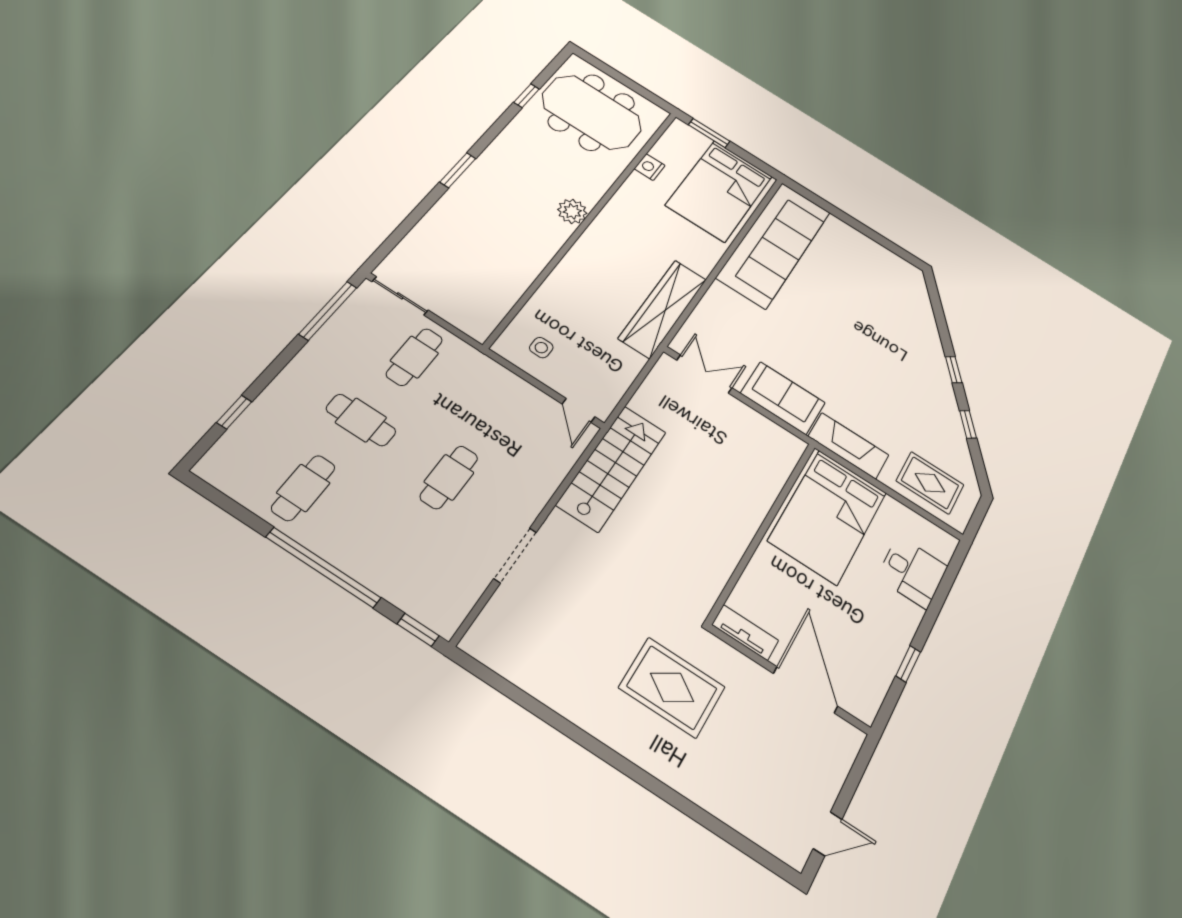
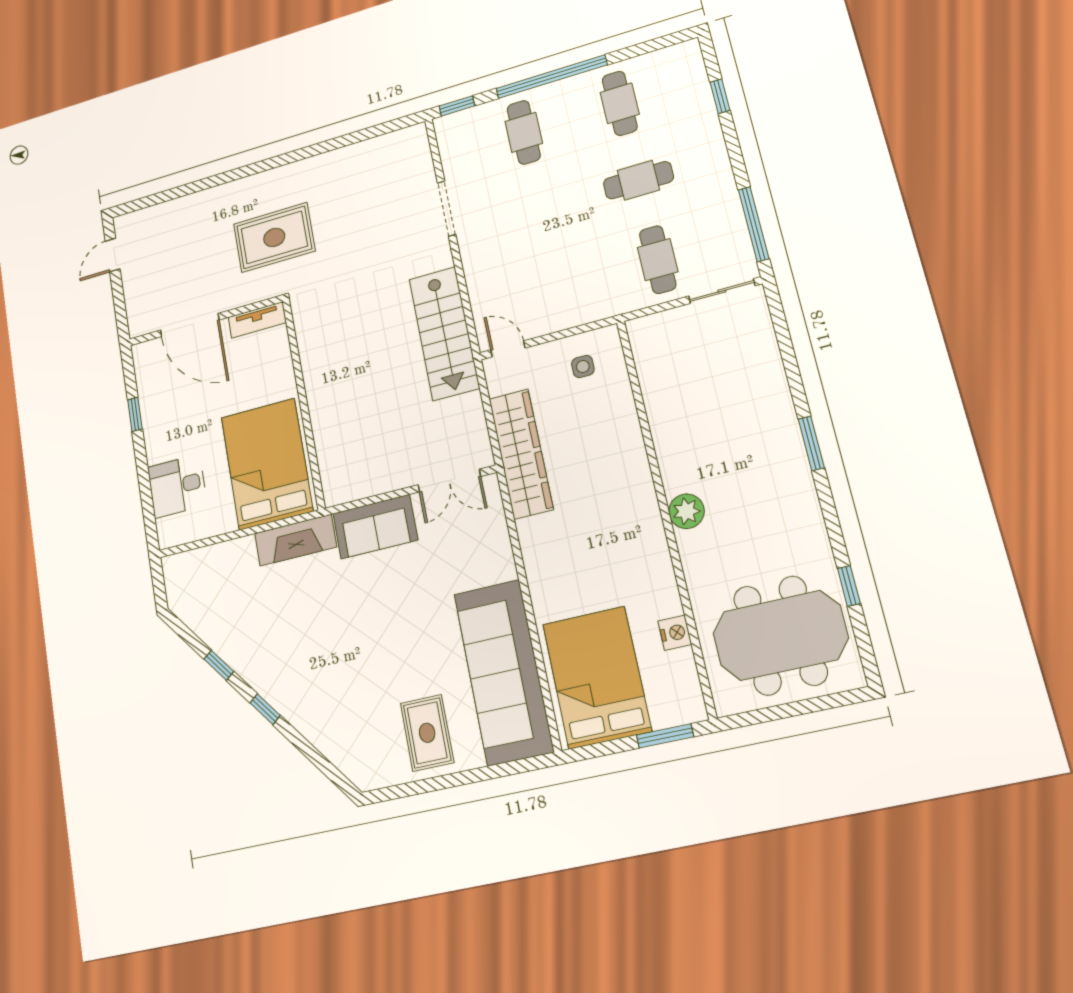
wardrobe: (663, 309) -> (521, 454), moved
cafe table: (449, 477) -> (524, 132), moved
rug: (930, 483) -> (427, 733), moved, turned 90

